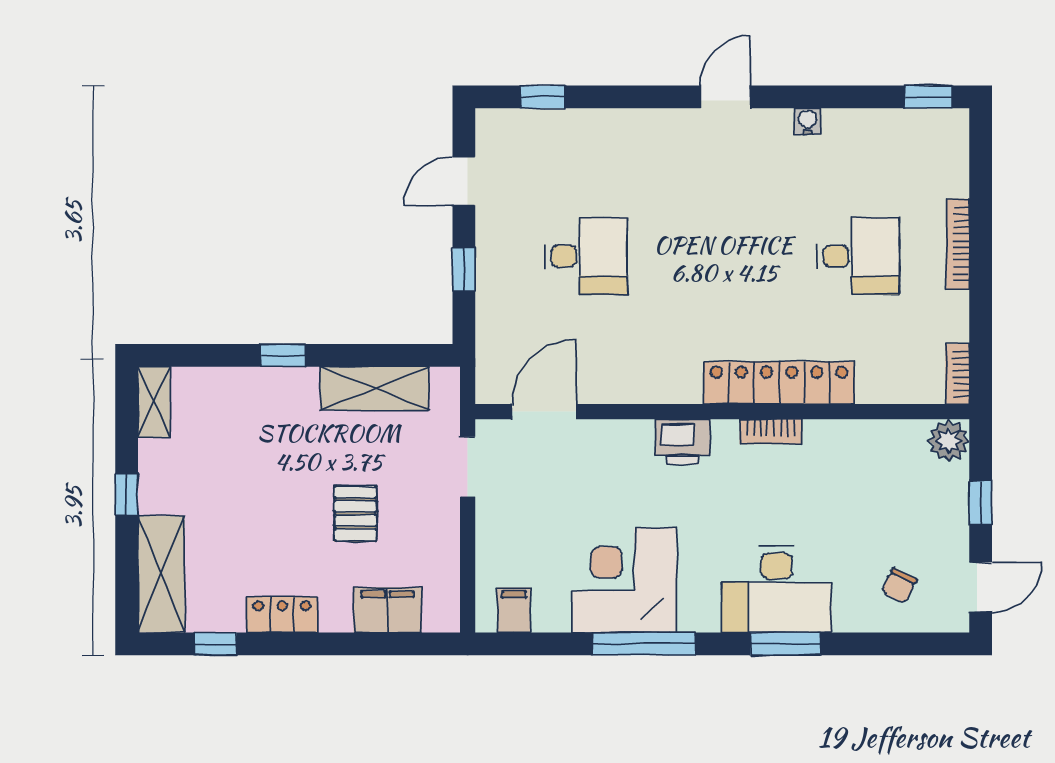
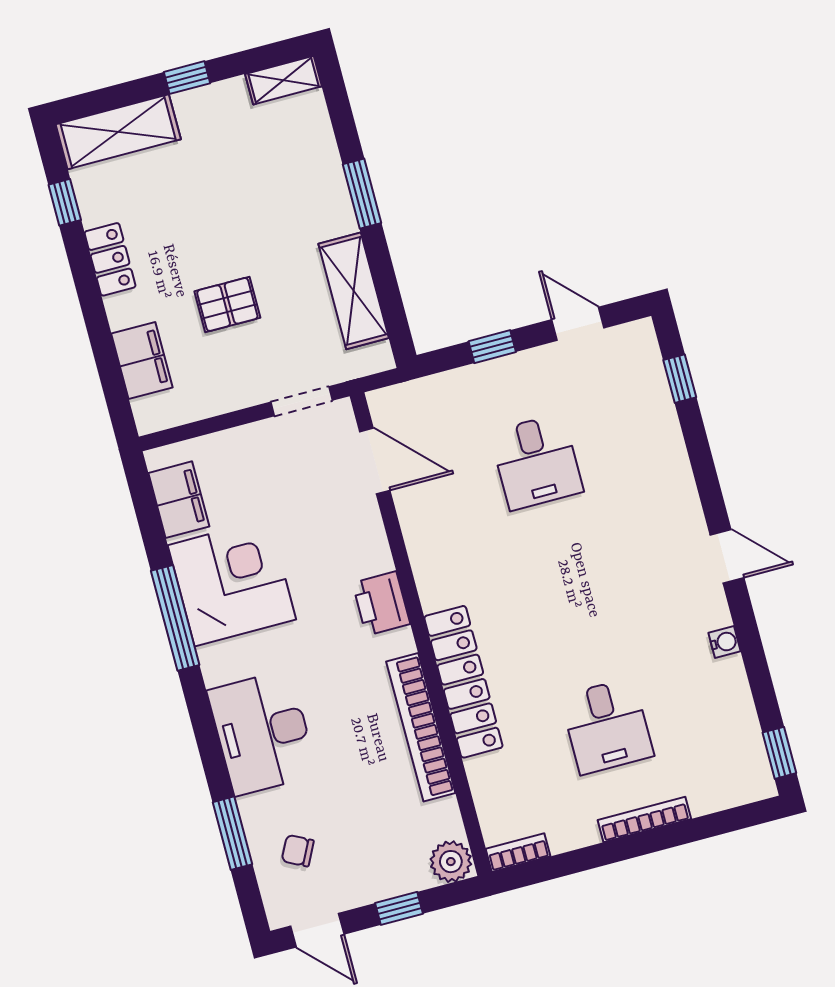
window: (283, 355) -> (362, 194), width x1.50
bookcase: (771, 432) -> (421, 727), width x2.31, depth x1.31
filing cabinet: (514, 610) -> (179, 500), width x2.00
window: (785, 644) -> (233, 833), moved

